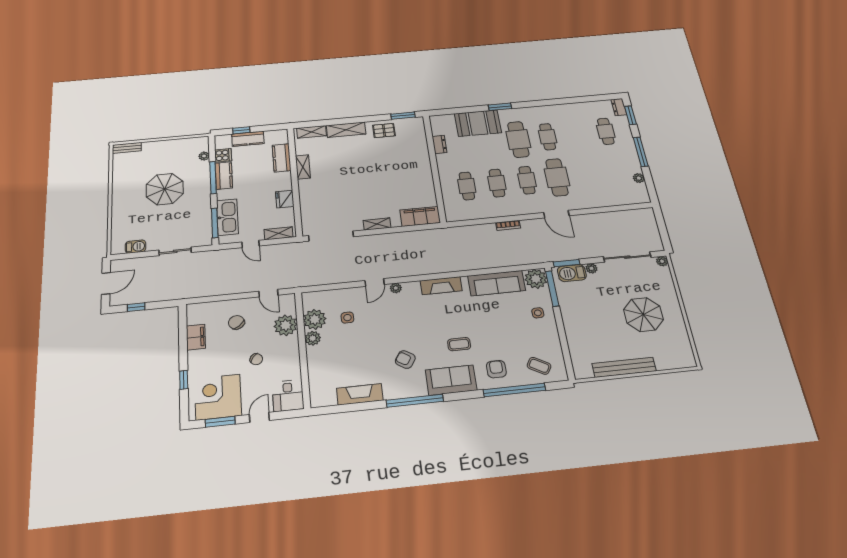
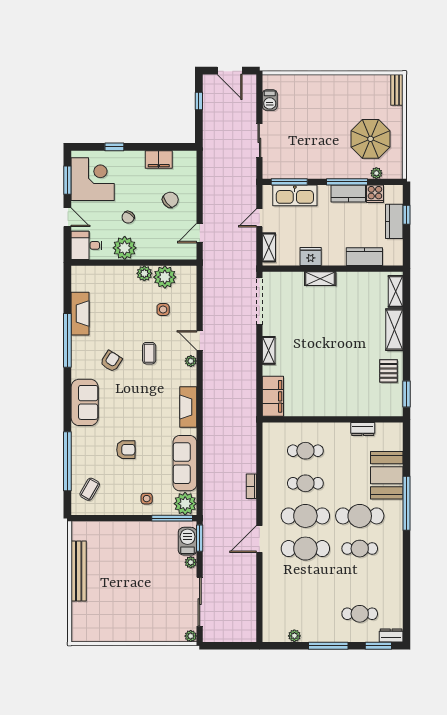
window: (500, 107) -> (407, 503), width x2.11
shelving: (303, 167) -> (320, 279), moved
cafe table: (527, 180) -> (305, 516), width x1.37, depth x1.35
parasol: (165, 189) -> (371, 139), moved
parasol: (643, 315) -> (133, 603), removed
plant: (286, 325) -> (125, 248), moved
coffee table: (459, 344) -> (149, 353), moved
armchair: (496, 369) -> (126, 450), moved
window: (415, 401) -> (67, 340), moved

